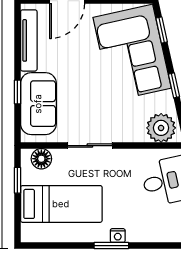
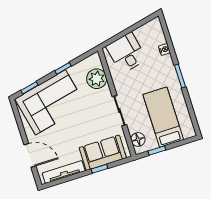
plant: (161, 128) -> (97, 79), moved
nightstand: (118, 236) -> (164, 49), moved

